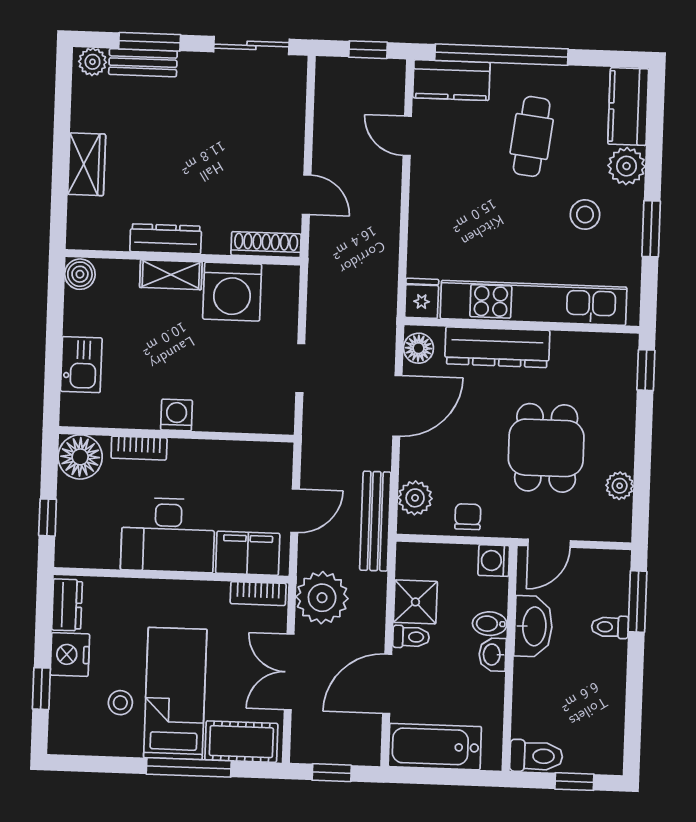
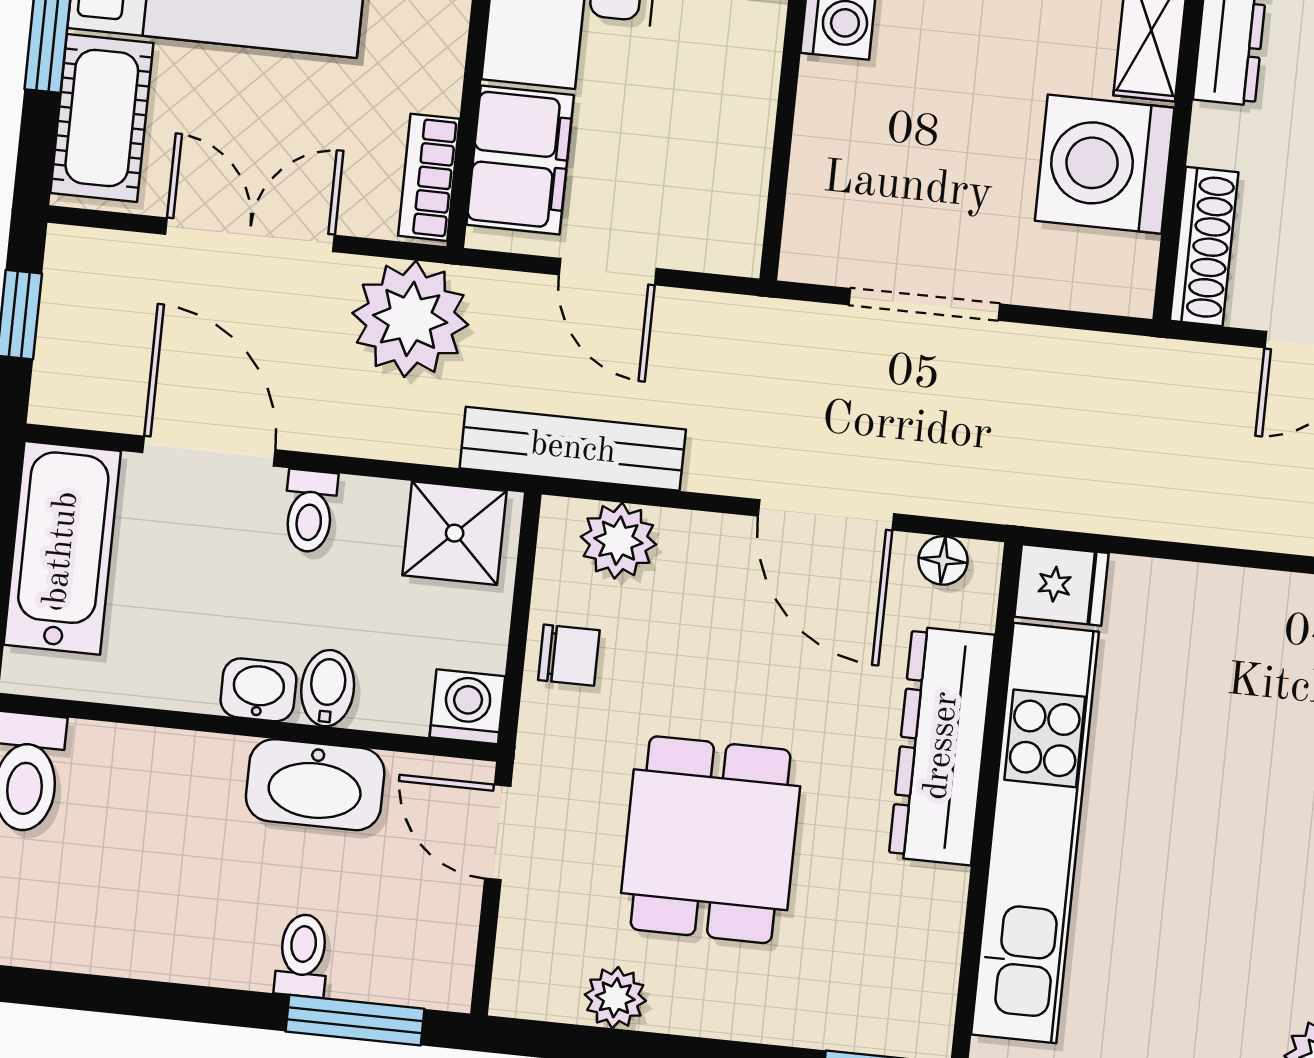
stool: (585, 215) -> (1224, 961), removed
floor lamp: (418, 348) -> (943, 560), width x0.73, depth x0.73
doorway: (300, 368) -> (924, 304), width x1.38
dining table: (546, 448) -> (711, 840), turned 90
shower: (415, 602) -> (455, 533), moved

